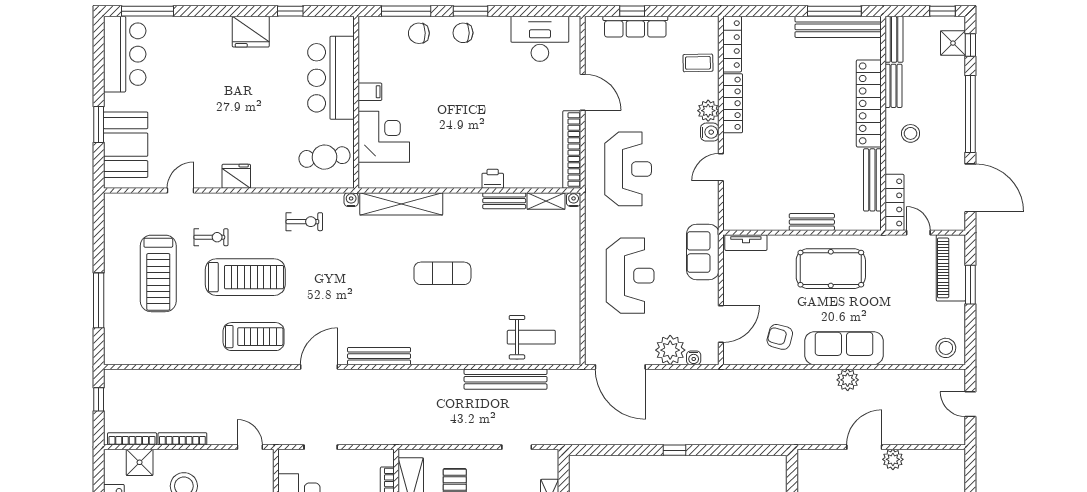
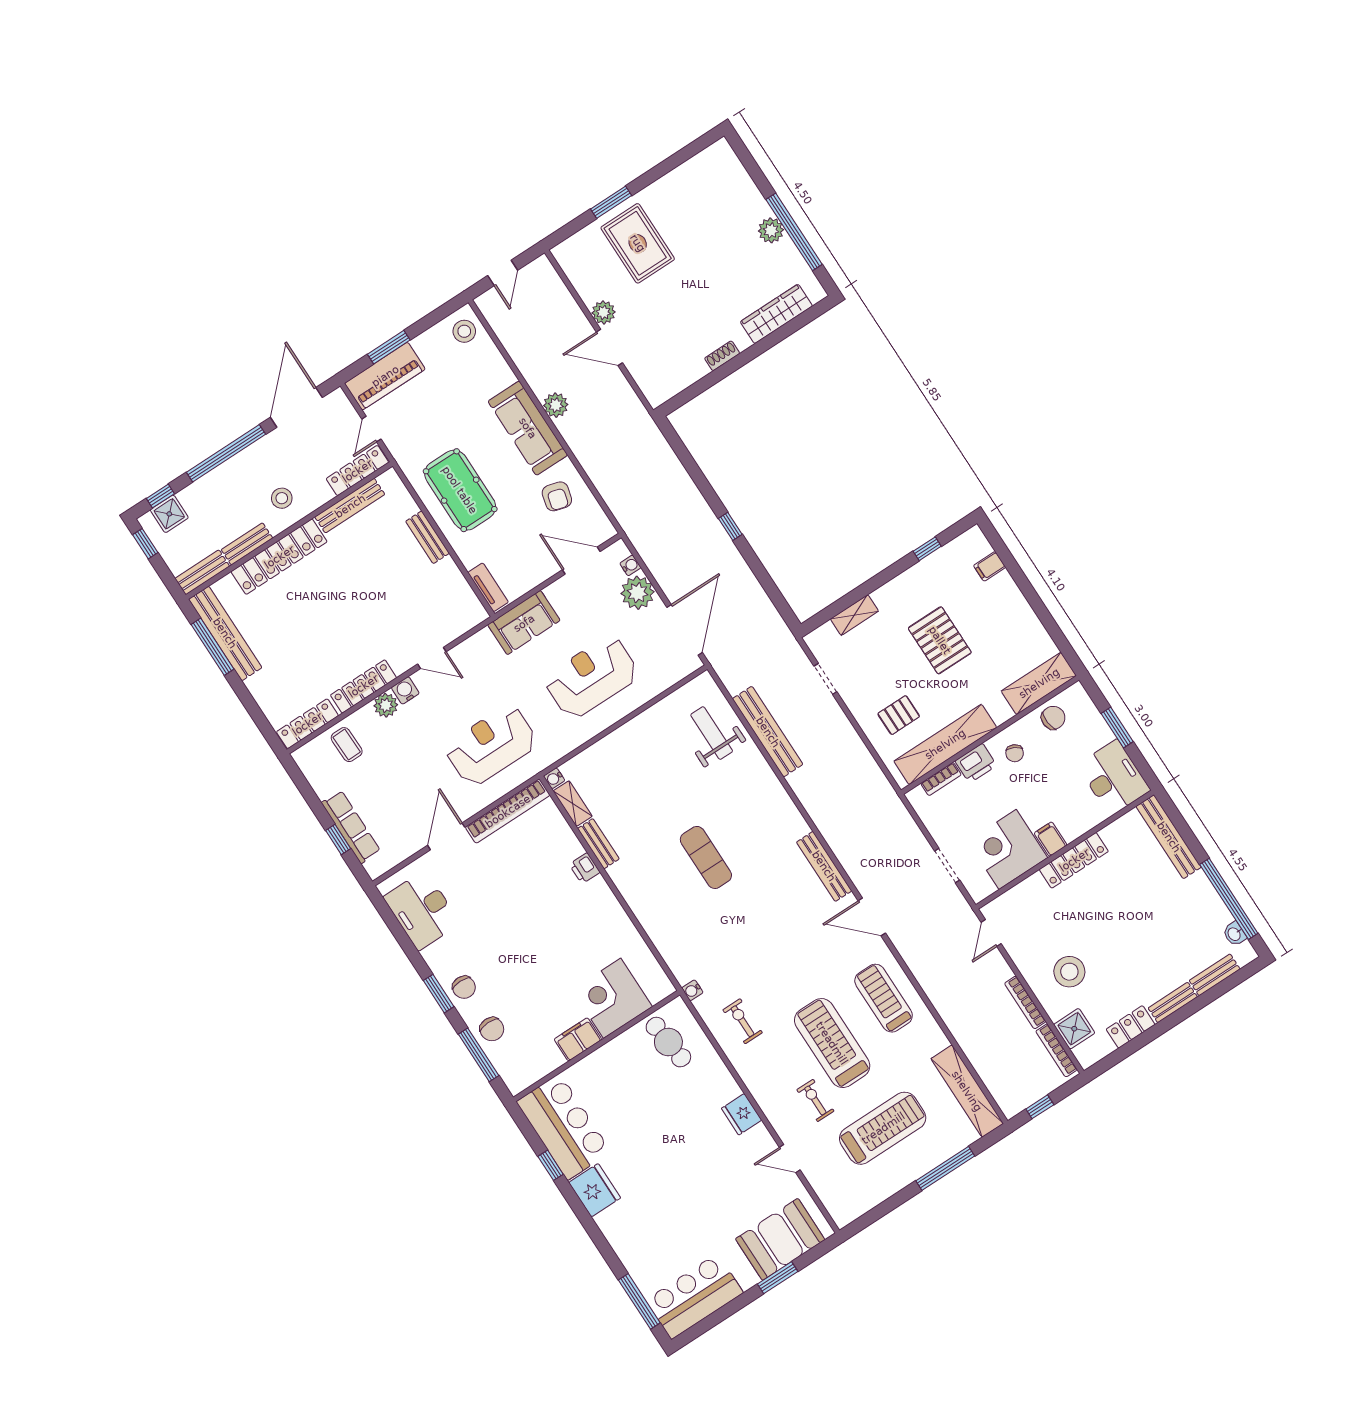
bar counter: (331, 78) -> (564, 1127), moved, turned -90
filing cabinet: (370, 92) -> (578, 1039), width x2.00
shelving: (401, 204) -> (967, 1091), moved

